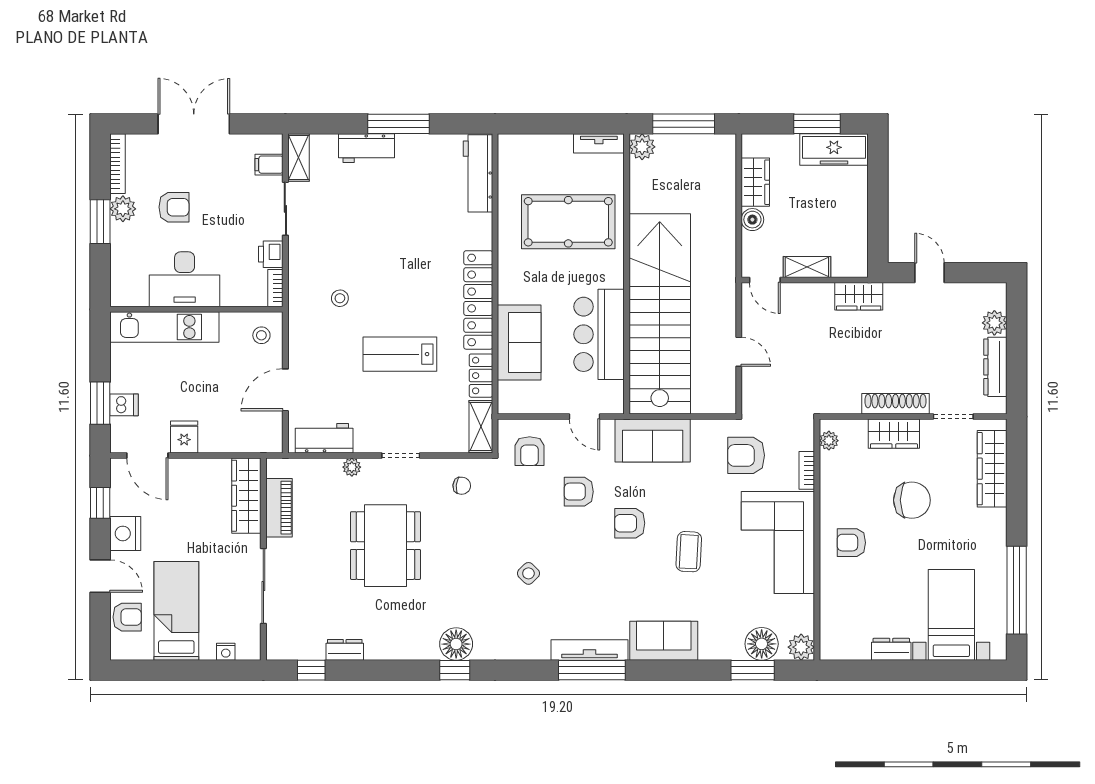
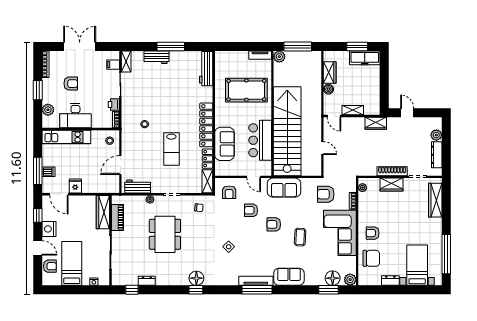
plant: (123, 209) -> (48, 110), moved
lab bench: (400, 354) -> (171, 149), turned -90
window: (100, 403) -> (38, 171), width x1.44
chair: (912, 500) -> (371, 258), moved

